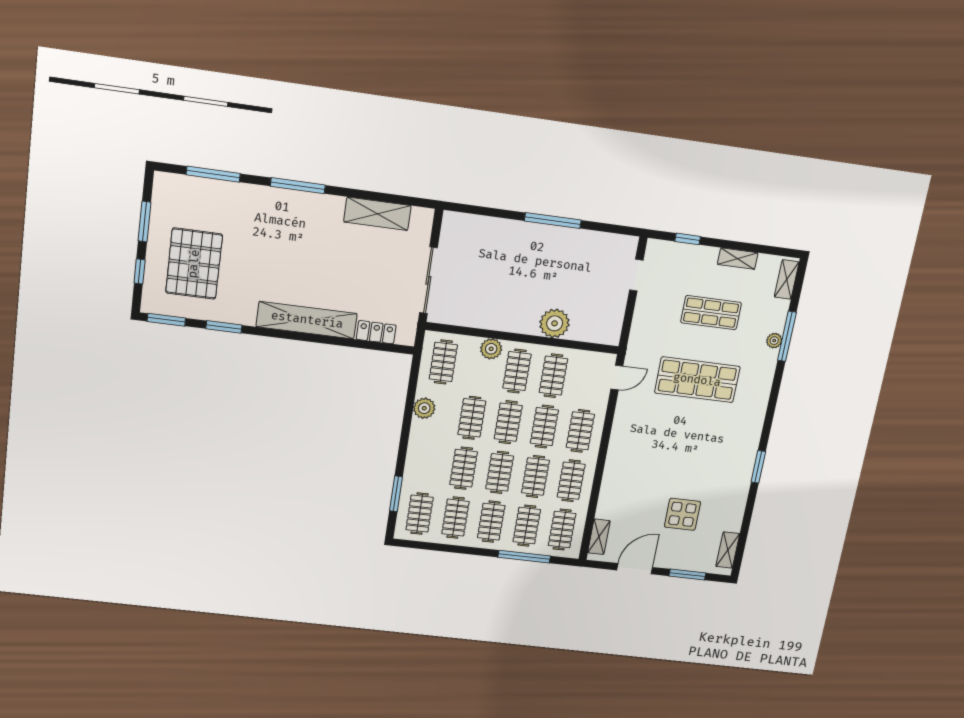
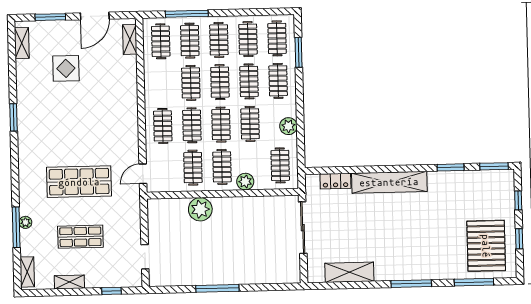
window: (145, 222) -> (519, 239), width x0.67
pallet: (194, 264) -> (486, 246), moved
clothes rail: (571, 481) -> (278, 81), moved

